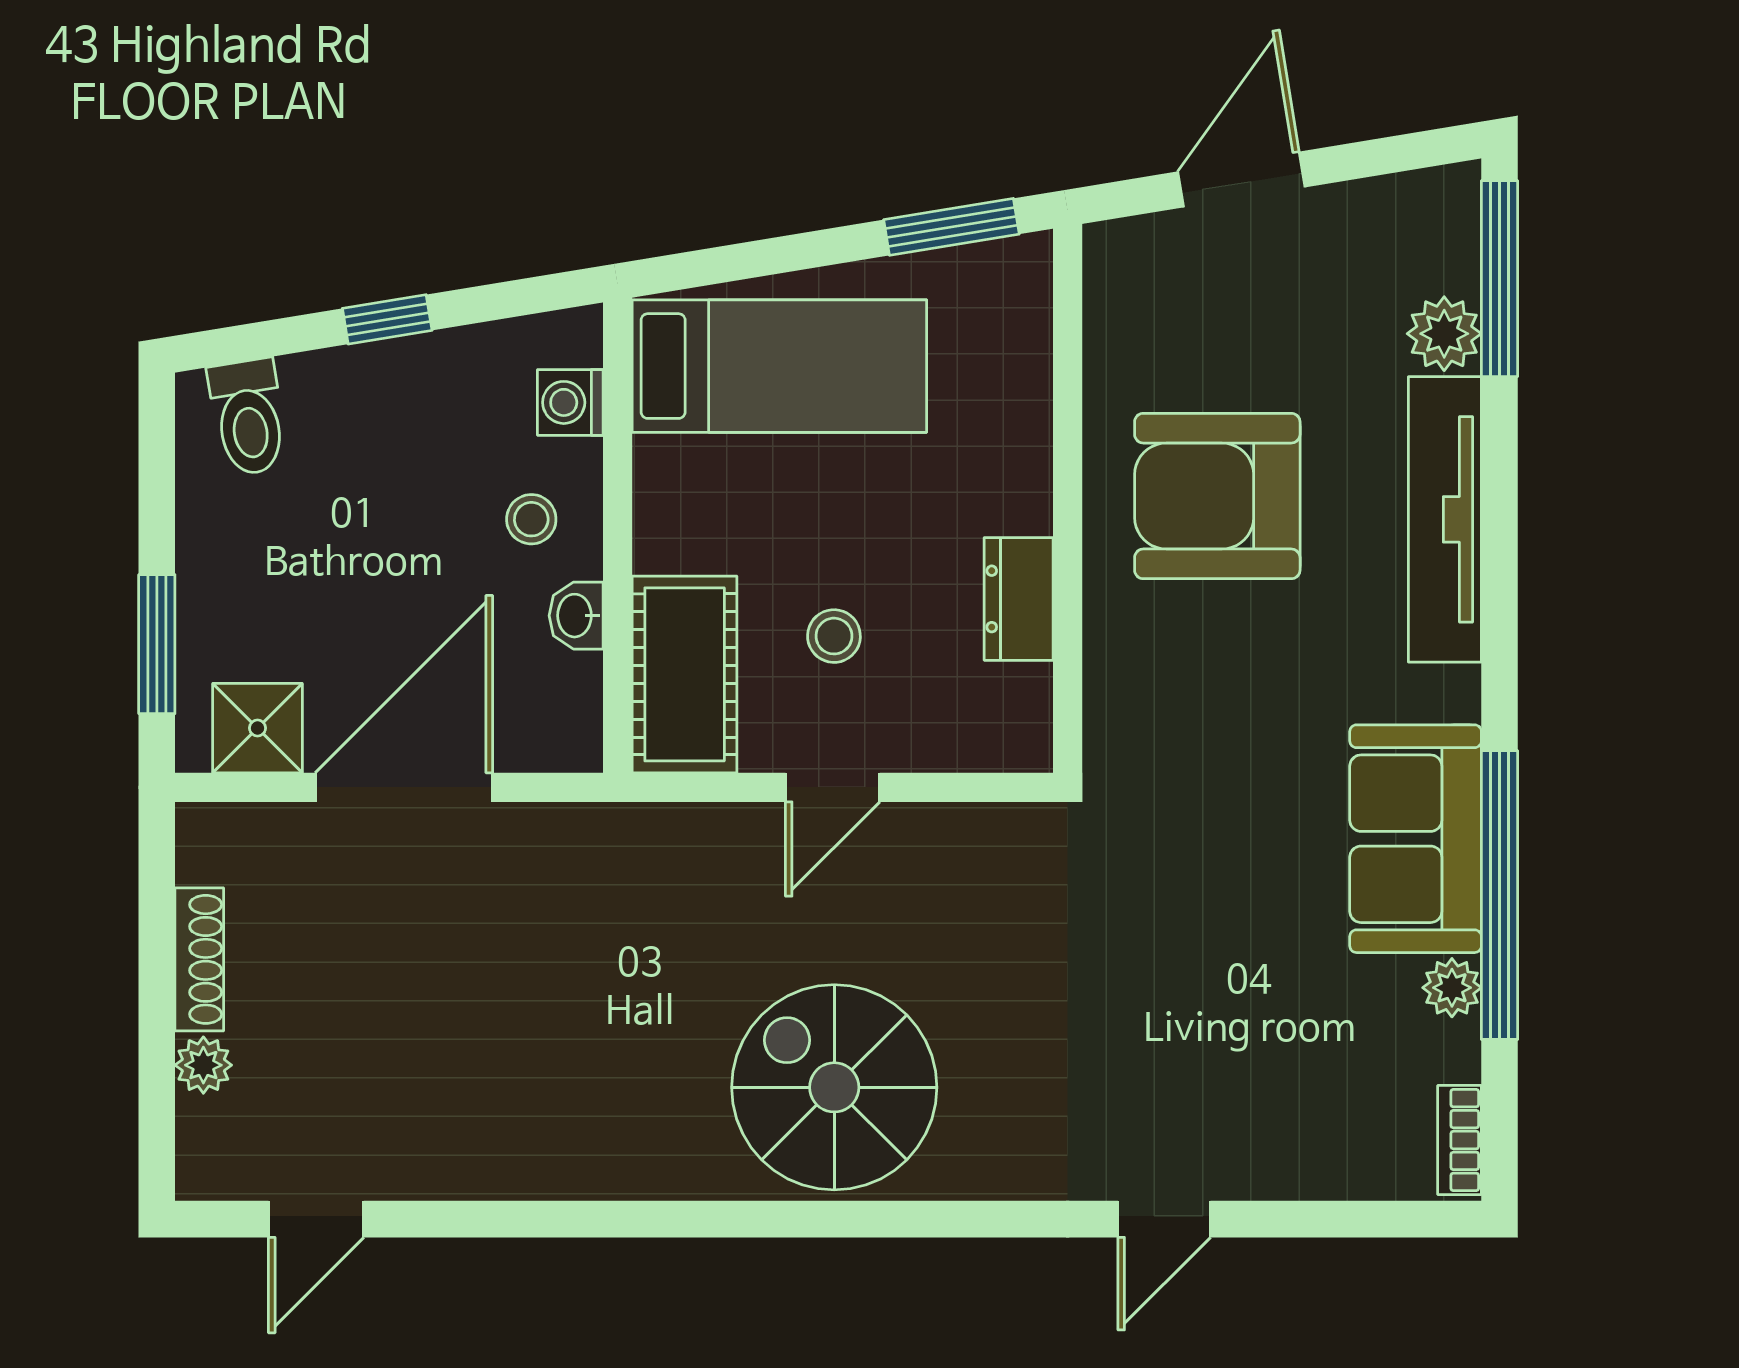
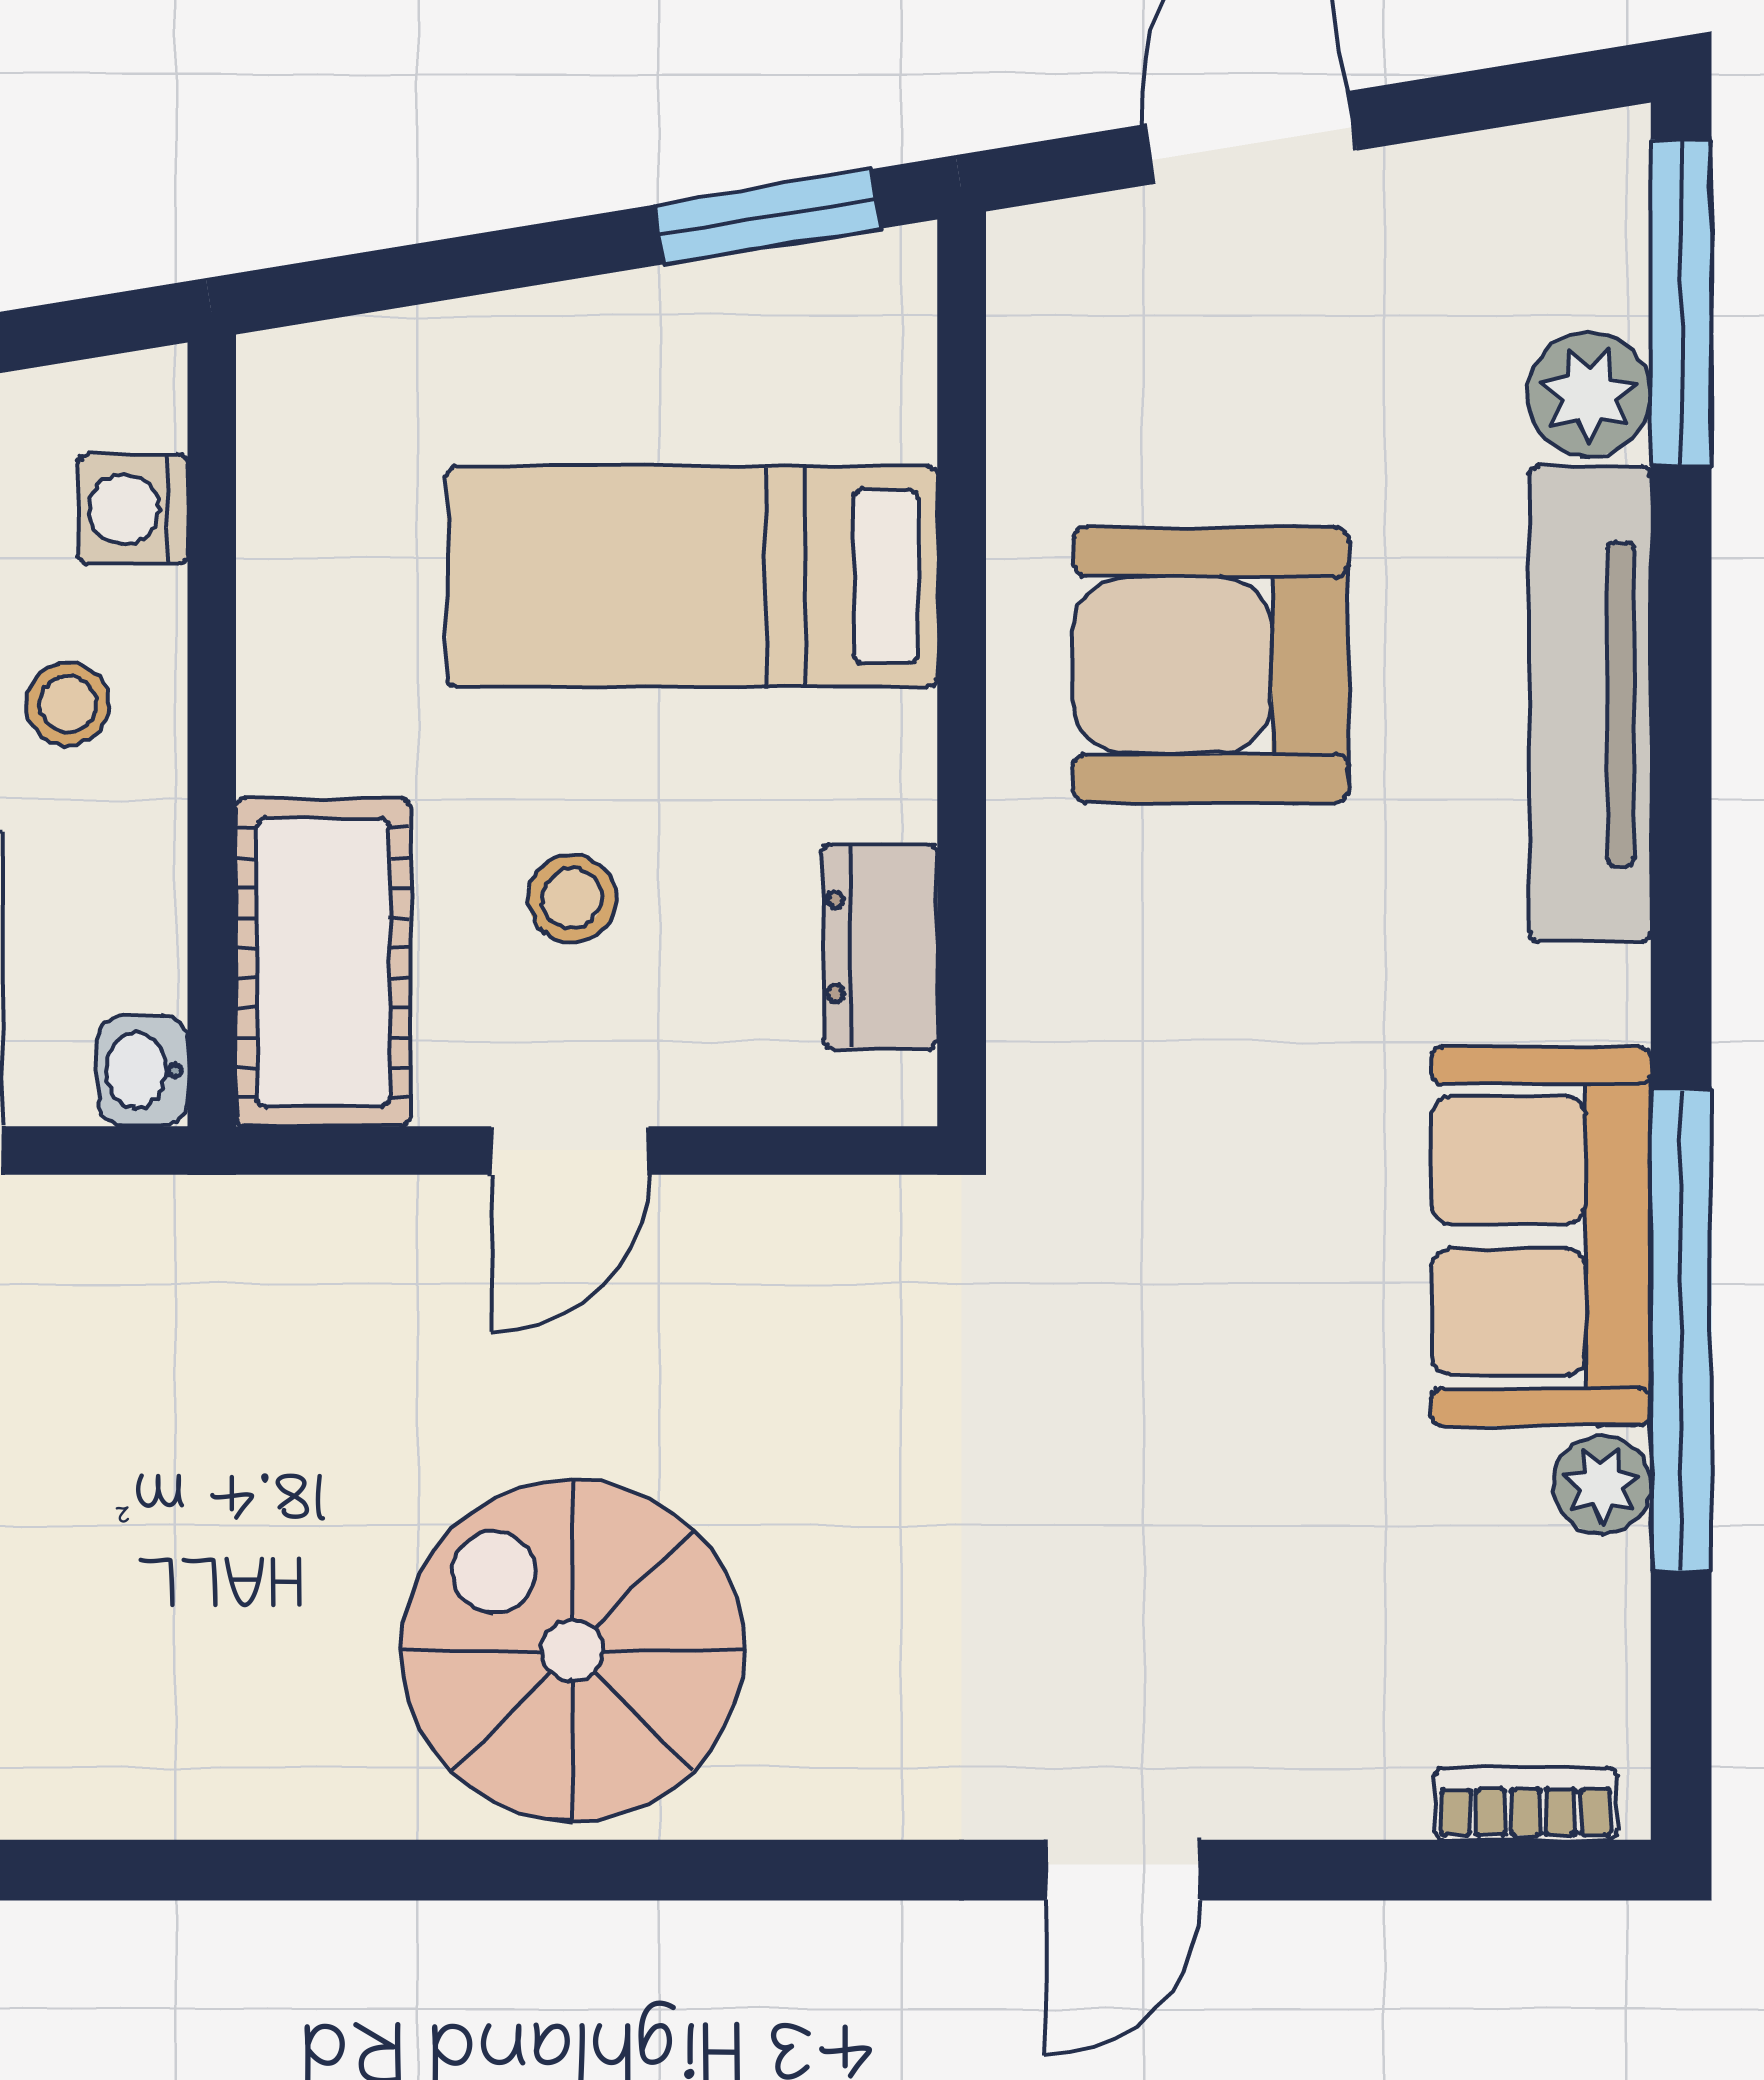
bed: (779, 366) -> (692, 576), moved, turned 180
dresser: (1019, 599) -> (880, 946), moved
washbasin: (576, 616) -> (142, 1070), moved
bookcase: (1460, 1140) -> (1526, 1803), moved, turned 90

